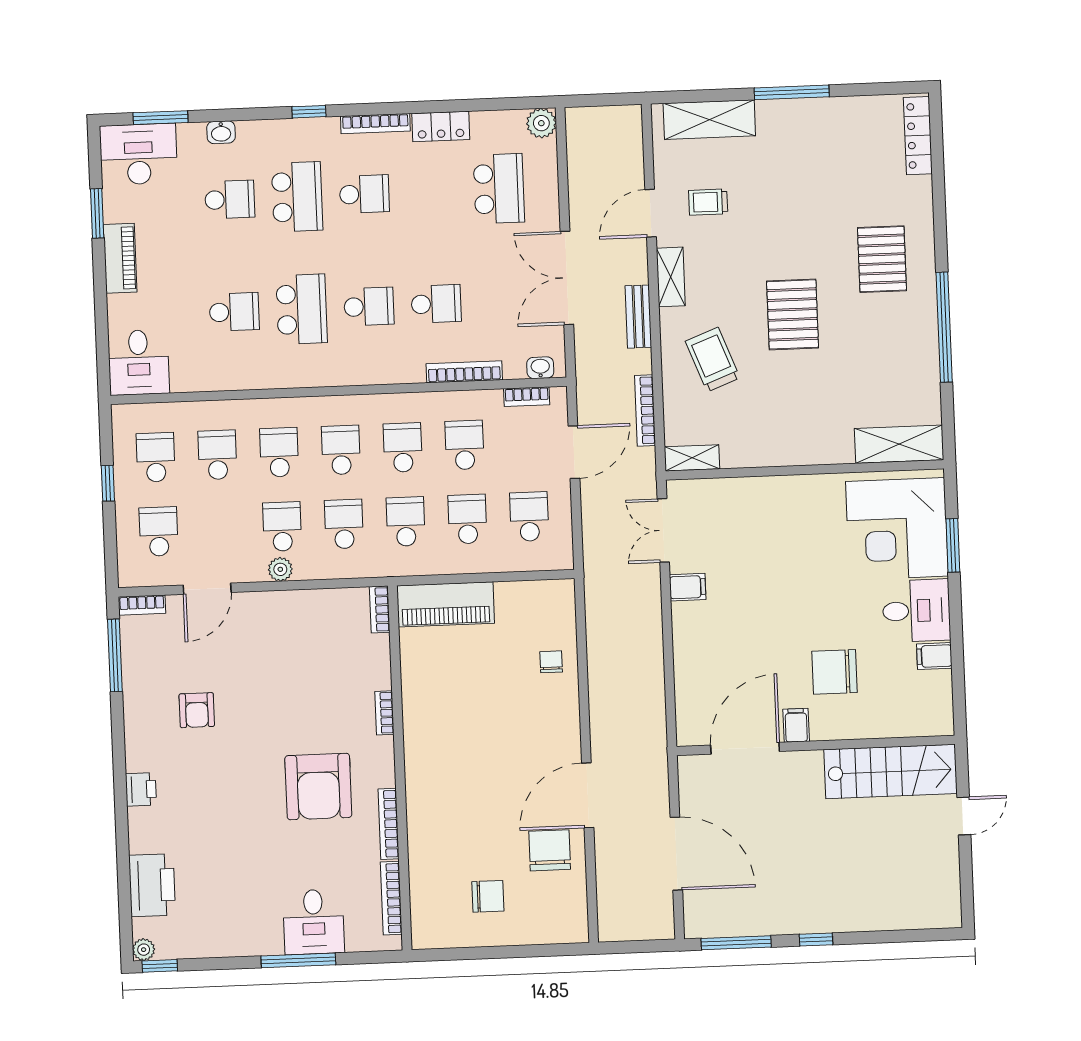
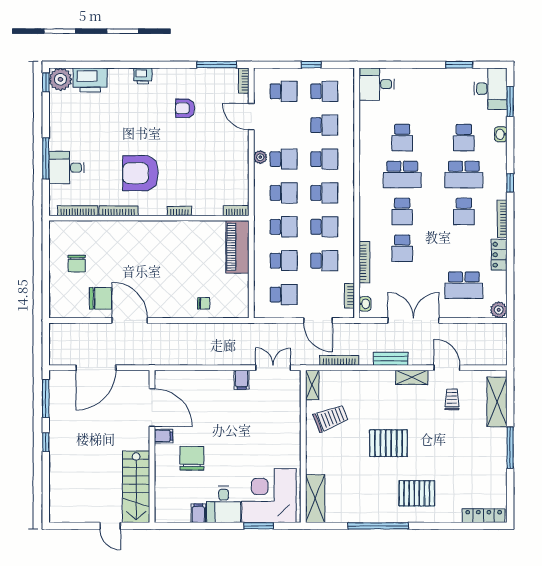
piano: (120, 258) -> (434, 76), removed
trolley: (713, 360) -> (331, 418), moved
plant: (144, 950) -> (60, 79), width x1.87, depth x1.87

